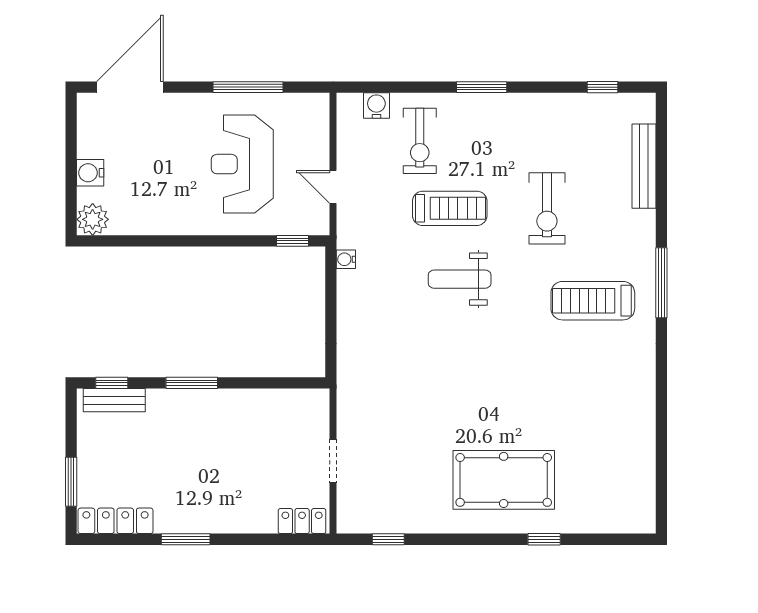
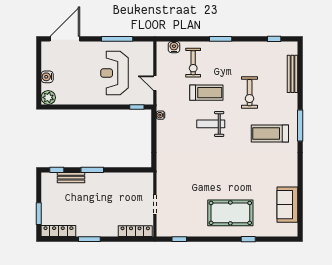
bench: (114, 400) -> (71, 178), moved
sofa: (633, 461) -> (287, 205), added
locker: (302, 521) -> (135, 231), width x1.53

